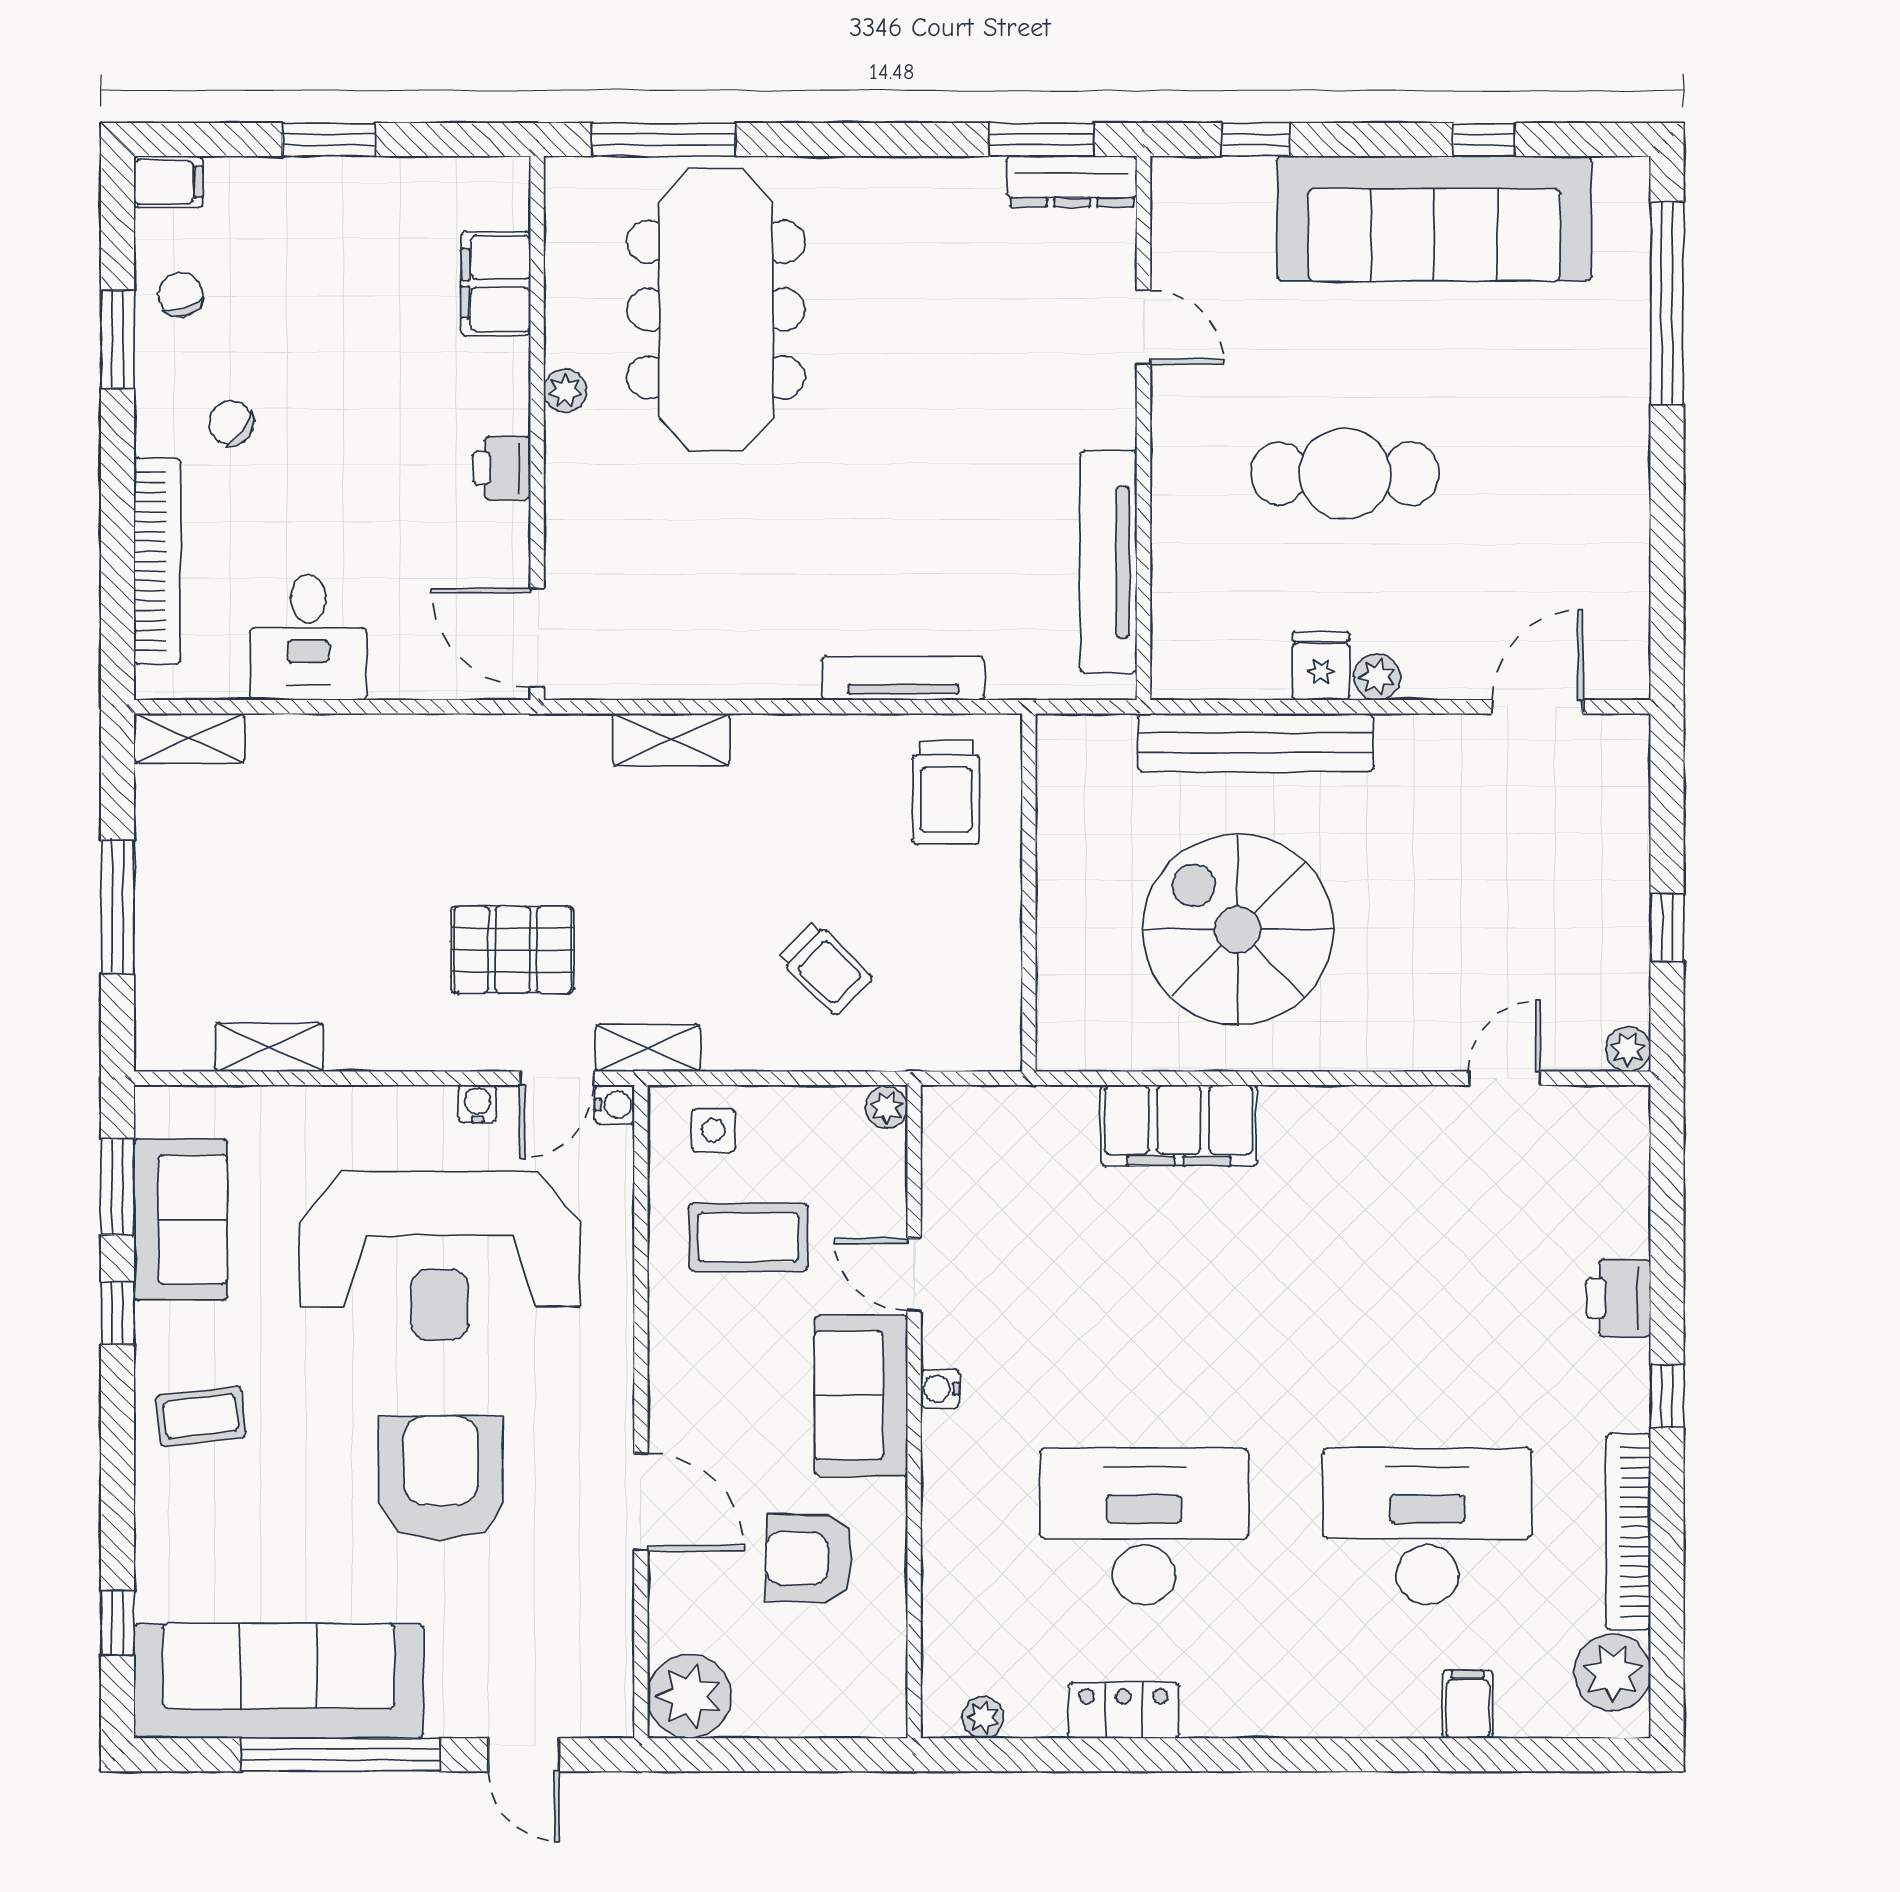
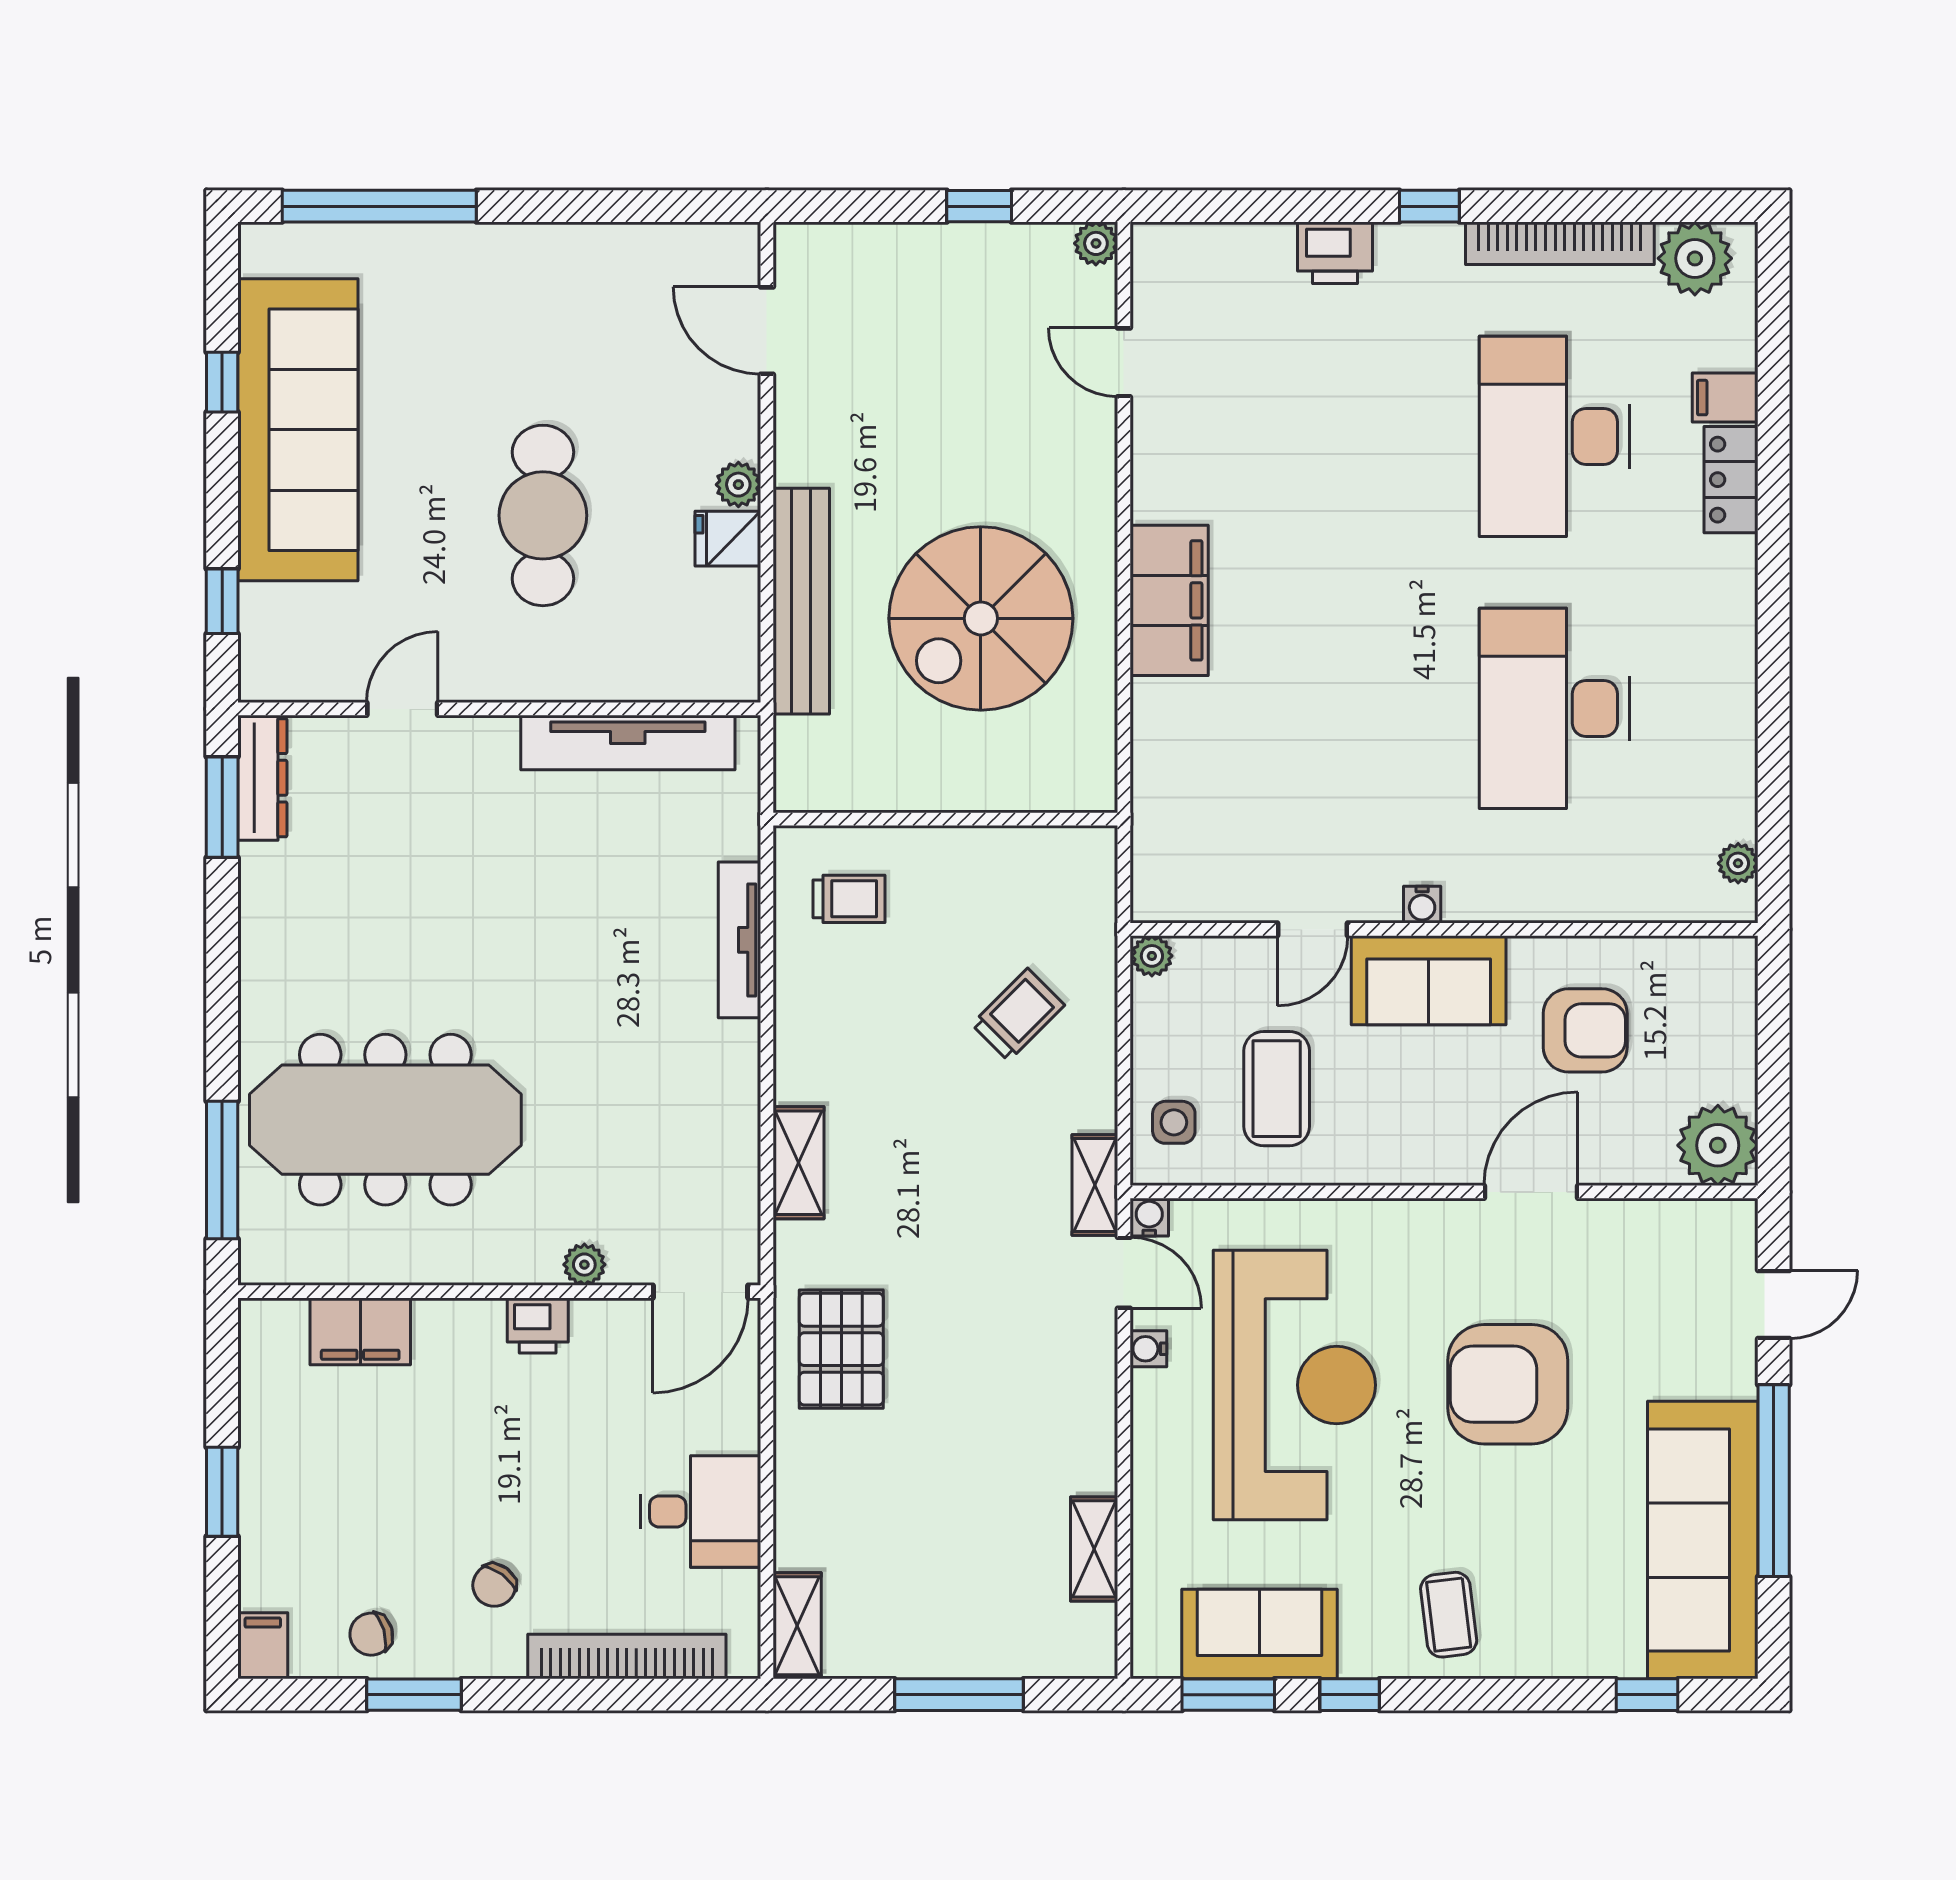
plant: (565, 391) -> (584, 1265), moved
trolley: (946, 792) -> (849, 899), width x0.73, depth x0.72
pallet: (513, 950) -> (841, 1349), moved
filing cabinet: (1179, 1125) -> (1169, 600), moved
armchair: (809, 1558) -> (1585, 1030), turned -91
locker: (1124, 1710) -> (1731, 480), moved

